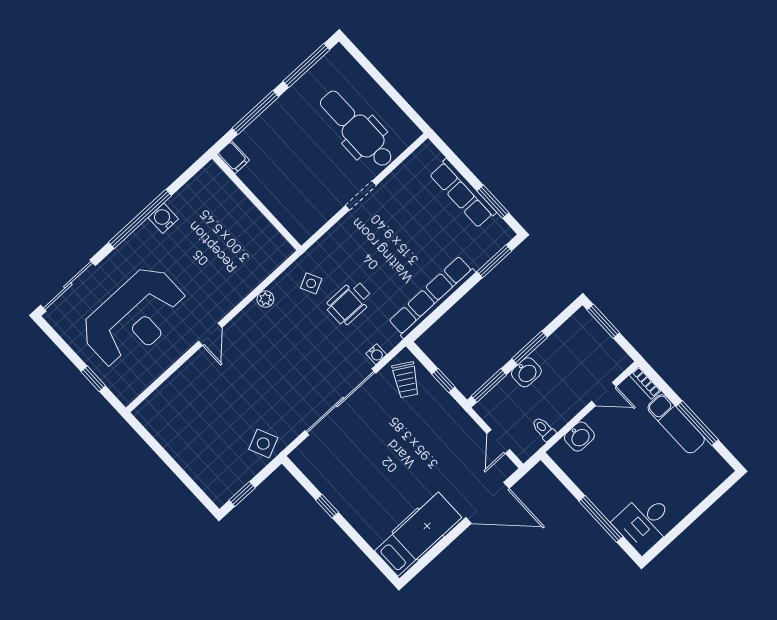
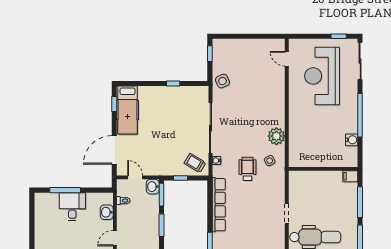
water cooler: (163, 218) -> (352, 140), moved
plant: (265, 299) -> (276, 136), width x1.87, depth x1.87
door: (210, 334) -> (287, 59), moved
washbasin: (526, 372) -> (153, 187), moved
window: (93, 379) -> (339, 36), moved
desk: (645, 522) -> (72, 207), moved
window: (426, 559) -> (114, 104), added

